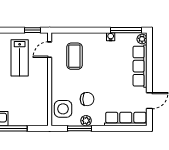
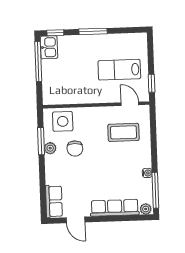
row of seats: (126, 119) -> (54, 201), width x0.68

